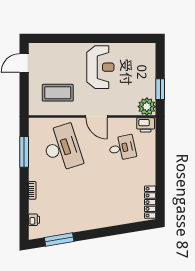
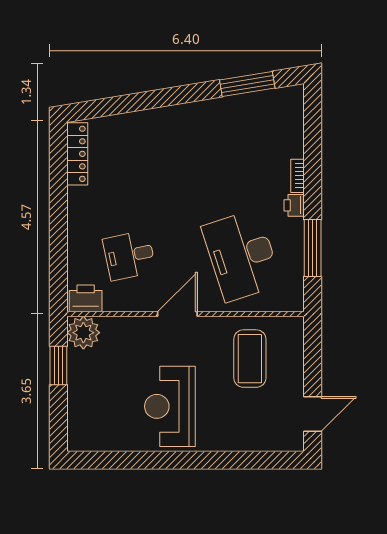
coffee table: (58, 93) -> (250, 359), turned 90
door: (97, 117) -> (177, 314), hinge flipped
printer: (34, 220) -> (294, 205), moved

